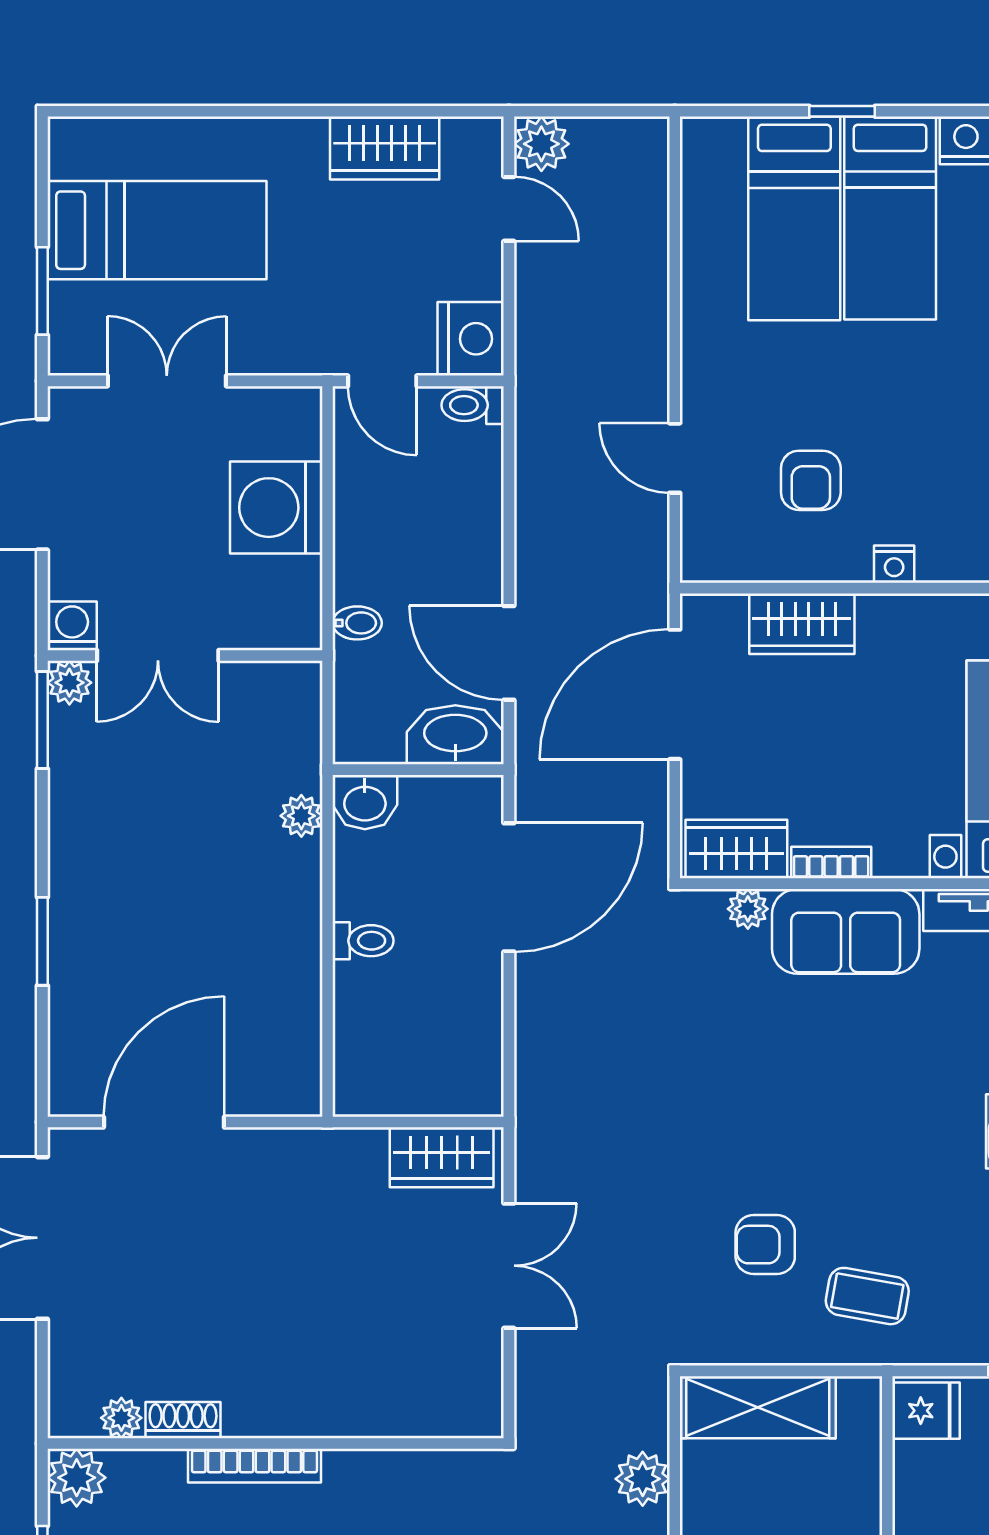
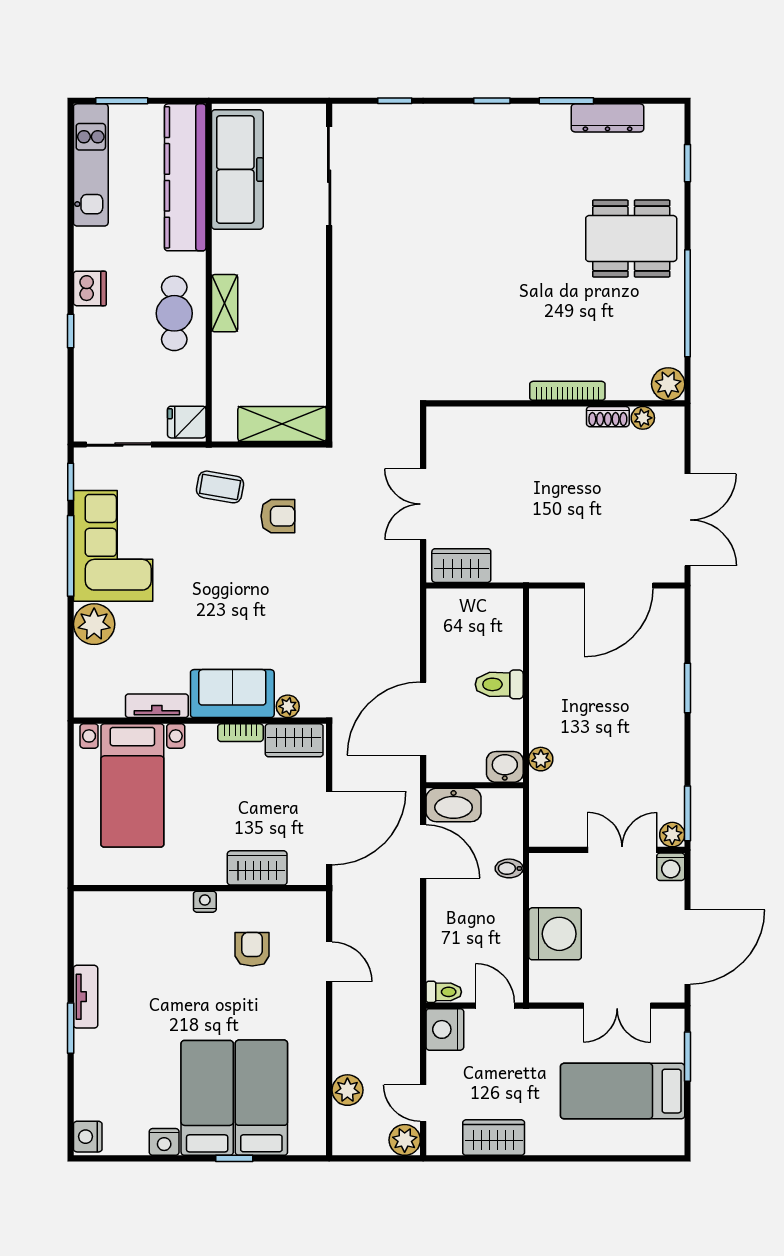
toilet: (363, 941) -> (499, 684), width x1.37, depth x1.39
plant: (643, 1479) -> (347, 1090), moved

